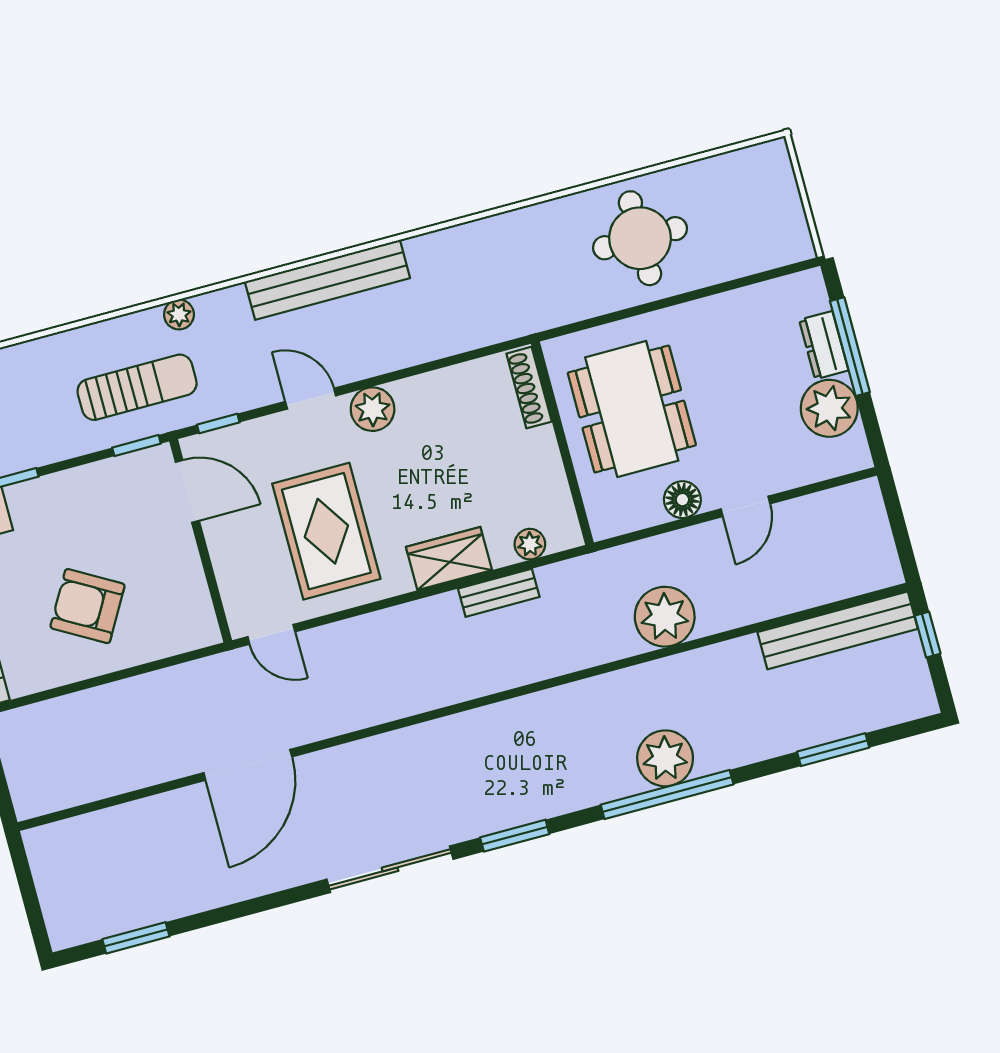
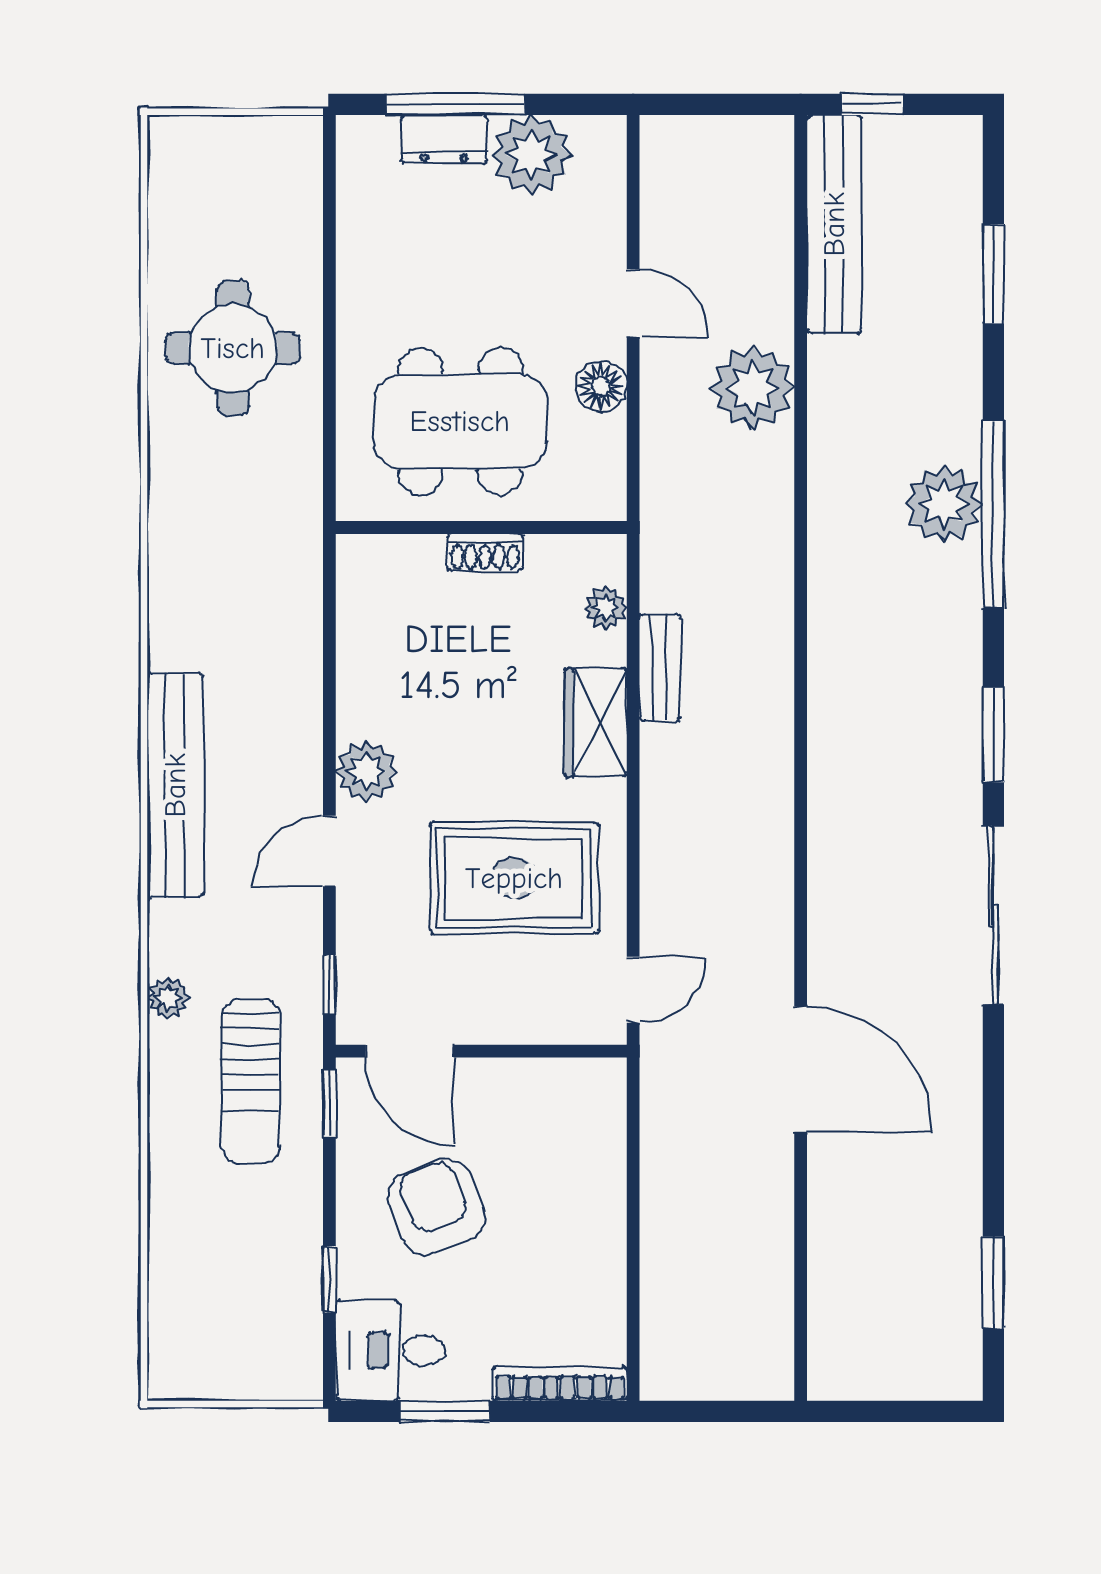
sun lounger: (137, 387) -> (251, 1081), turned 180
shoe rack: (529, 388) -> (485, 552), moved, width x0.70
door: (187, 491) -> (410, 1051), swing flipped
armchair: (88, 606) -> (437, 1207), moved, turned 129
plant: (665, 617) -> (753, 388), moved

